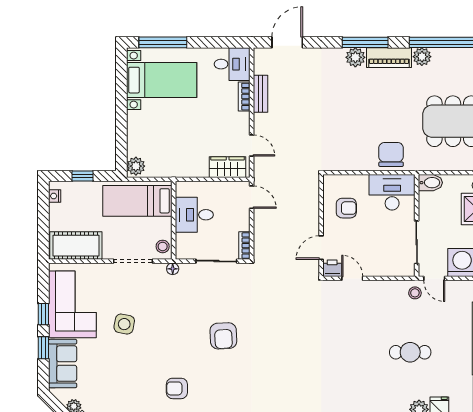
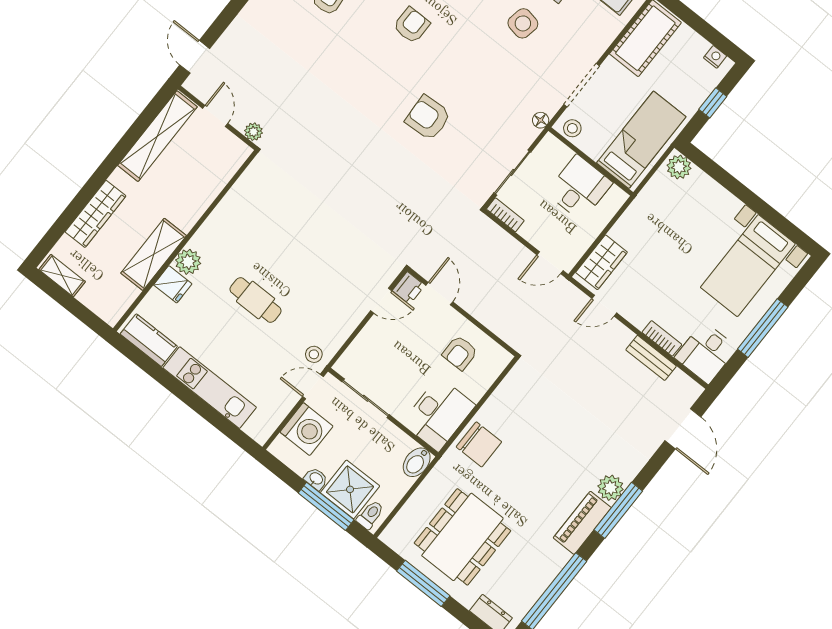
window: (163, 42) -> (763, 328), moved
plant: (422, 57) -> (556, 558), removed
cafe table: (410, 352) -> (256, 300), turned 90

